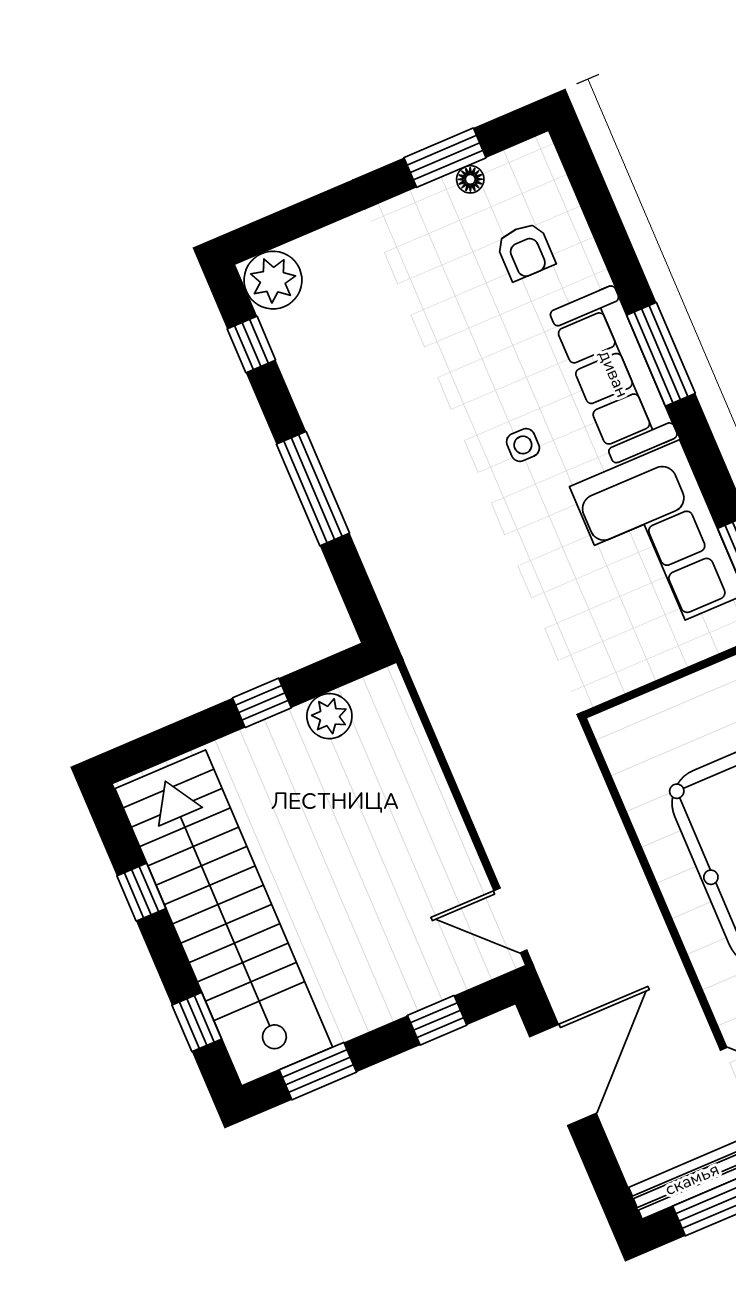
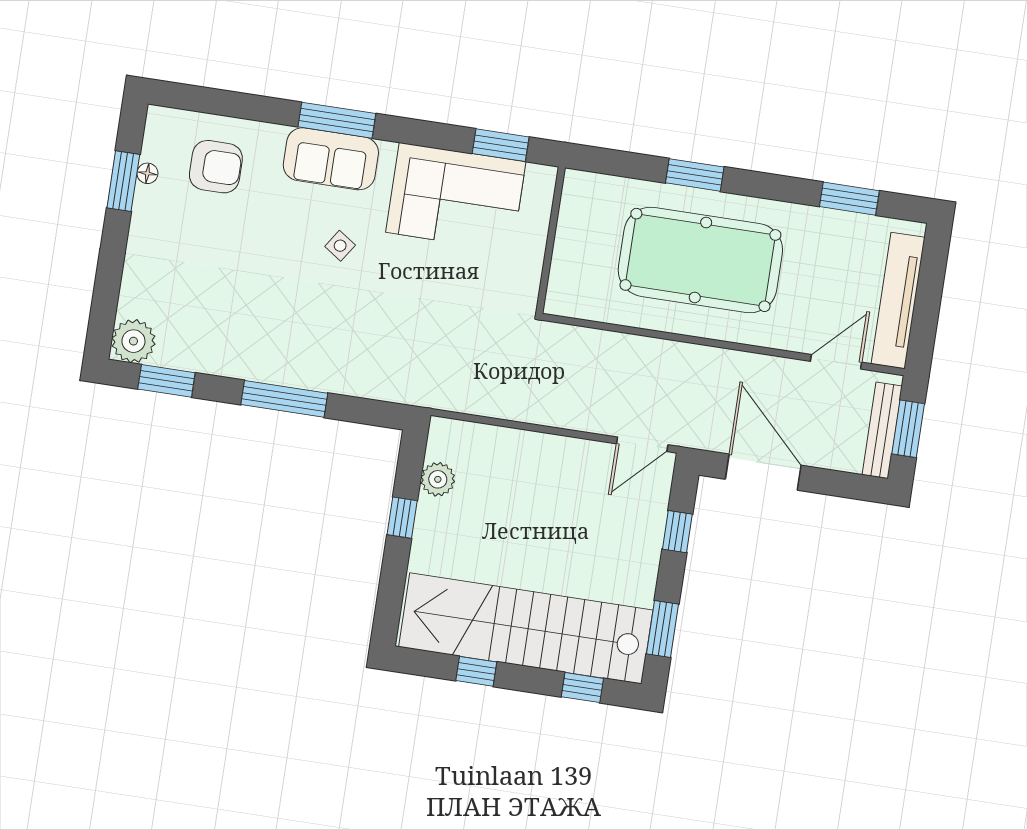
armchair: (525, 251) -> (216, 167), width x1.38, depth x1.38
window: (251, 345) -> (166, 381), width x1.50
sofa: (614, 374) -> (331, 159), width x0.73
side table: (523, 445) -> (340, 246), turned 34

